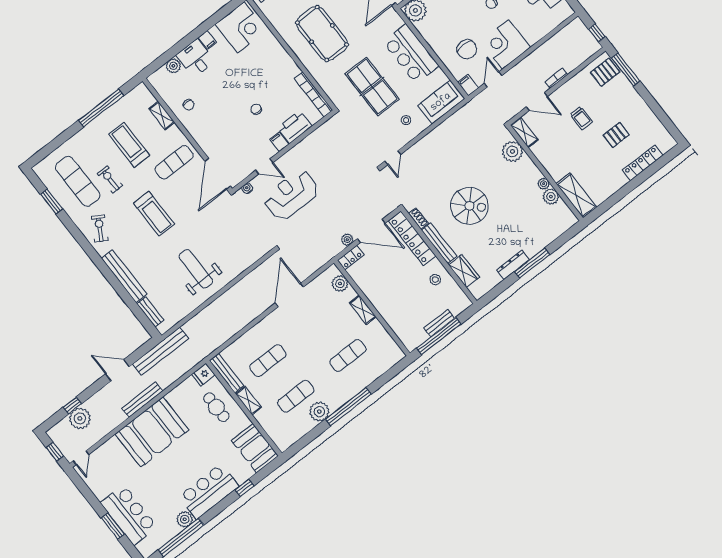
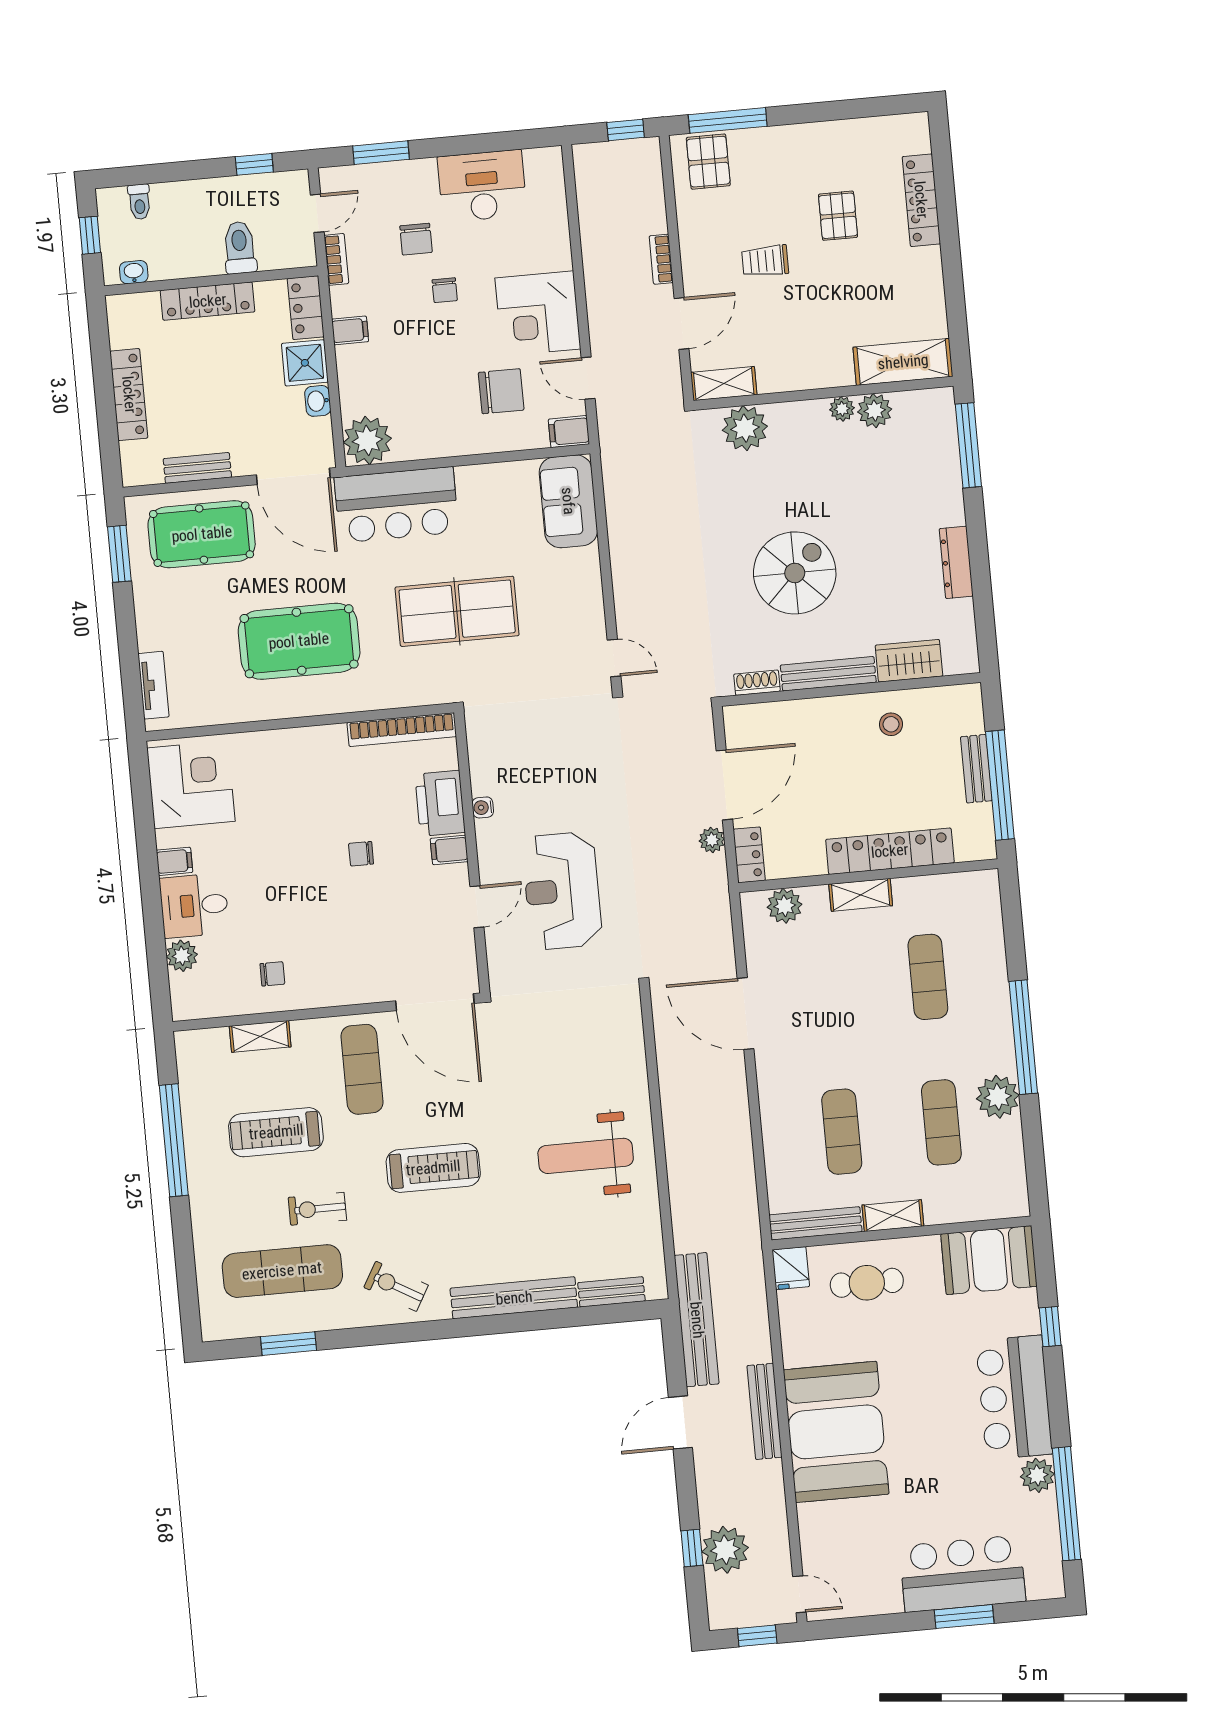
bar counter: (411, 54) -> (396, 505), moved
trolley: (581, 118) -> (765, 261), turned 180
stool: (406, 120) -> (560, 588), removed
water cooler: (247, 188) -> (483, 807), moved
locker: (412, 238) -> (890, 851), moved, turned 180
window: (532, 263) -> (968, 445), moved

